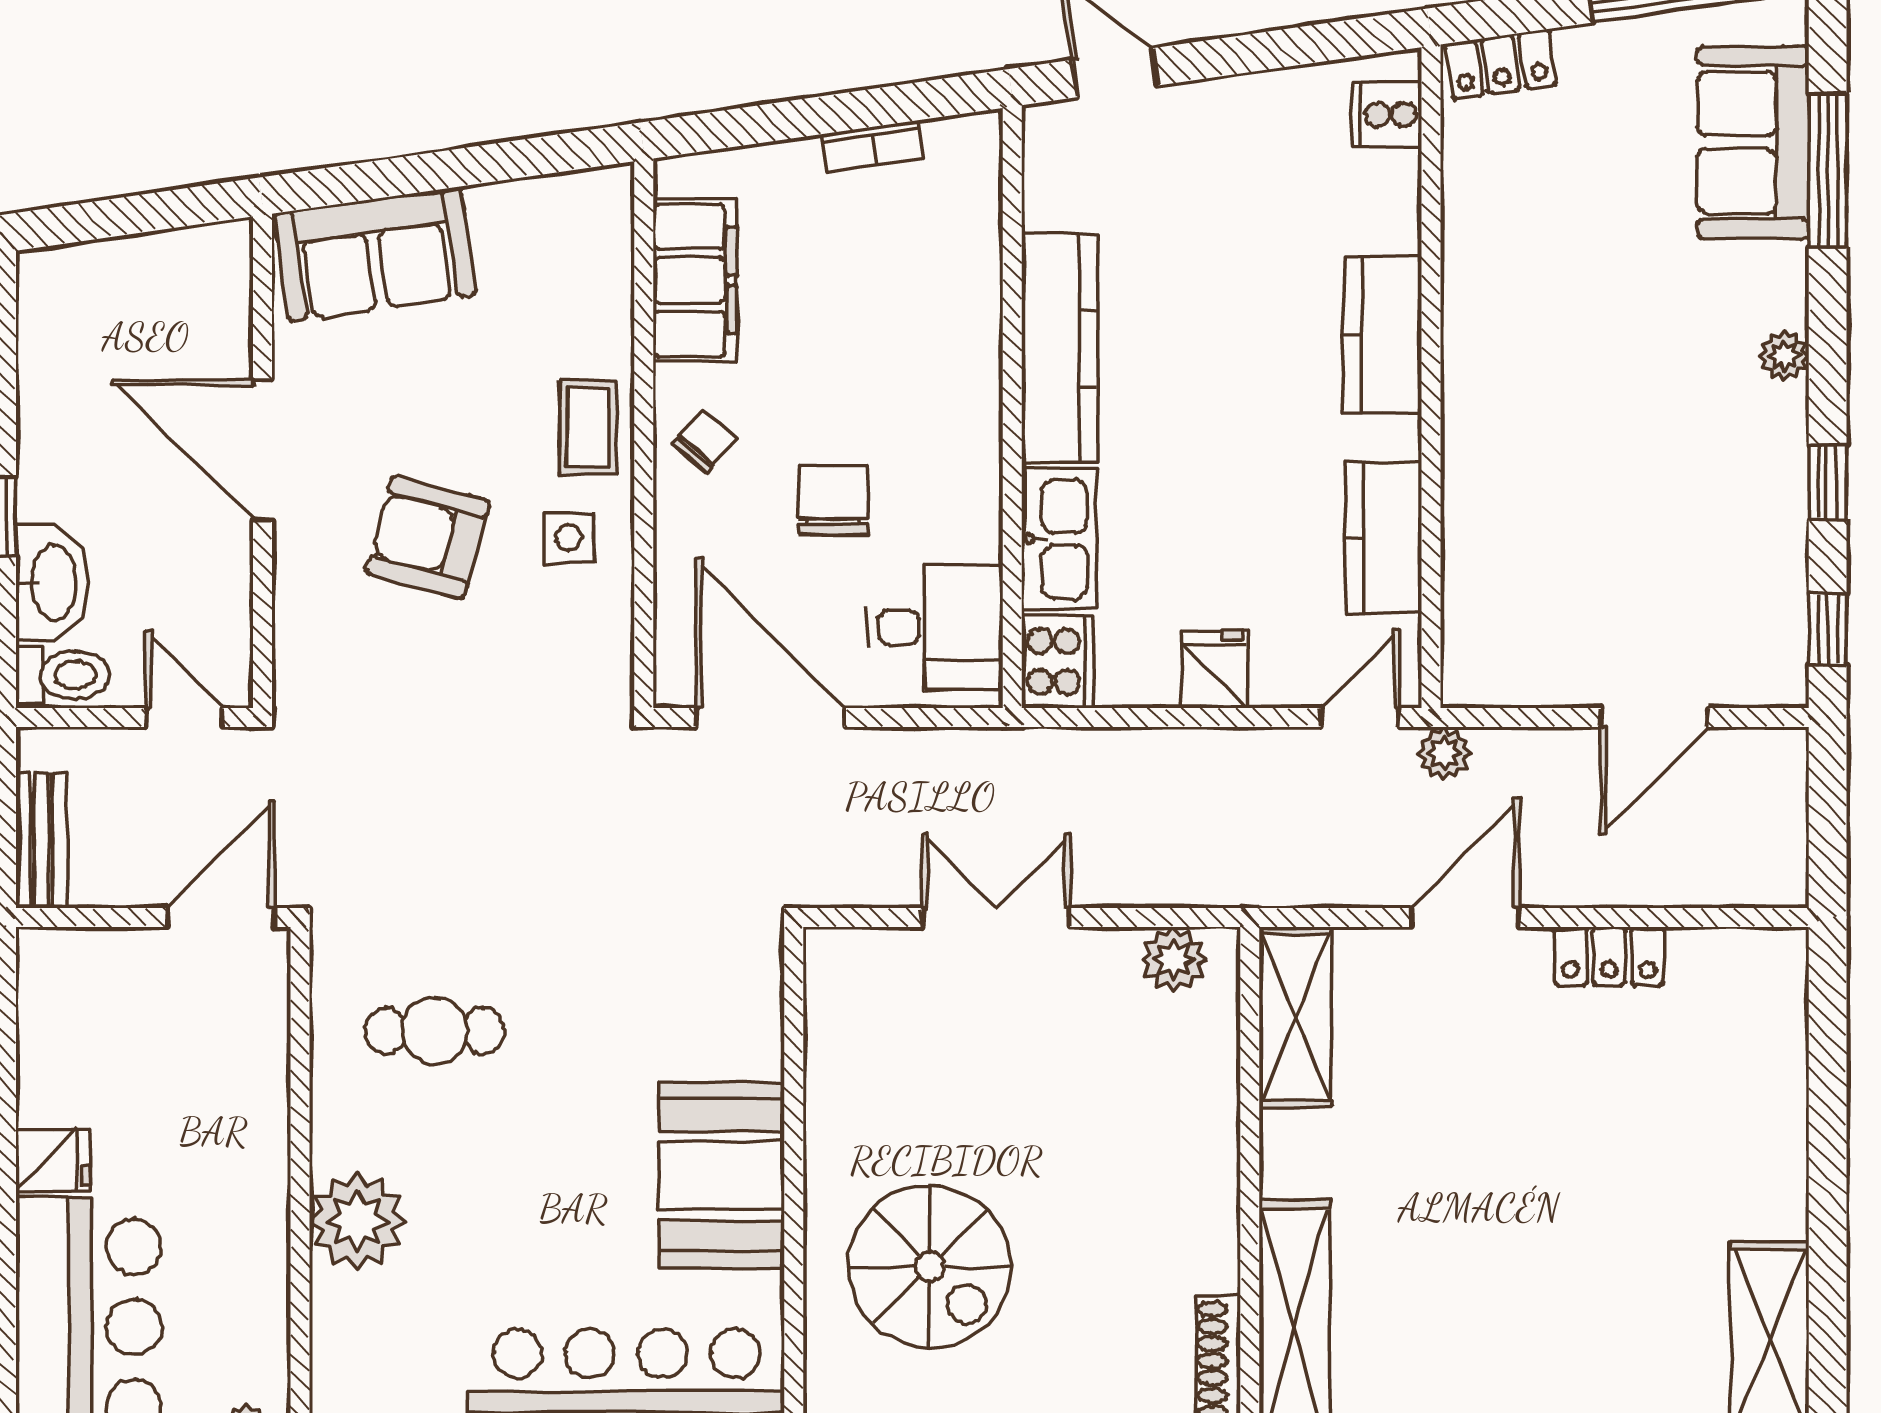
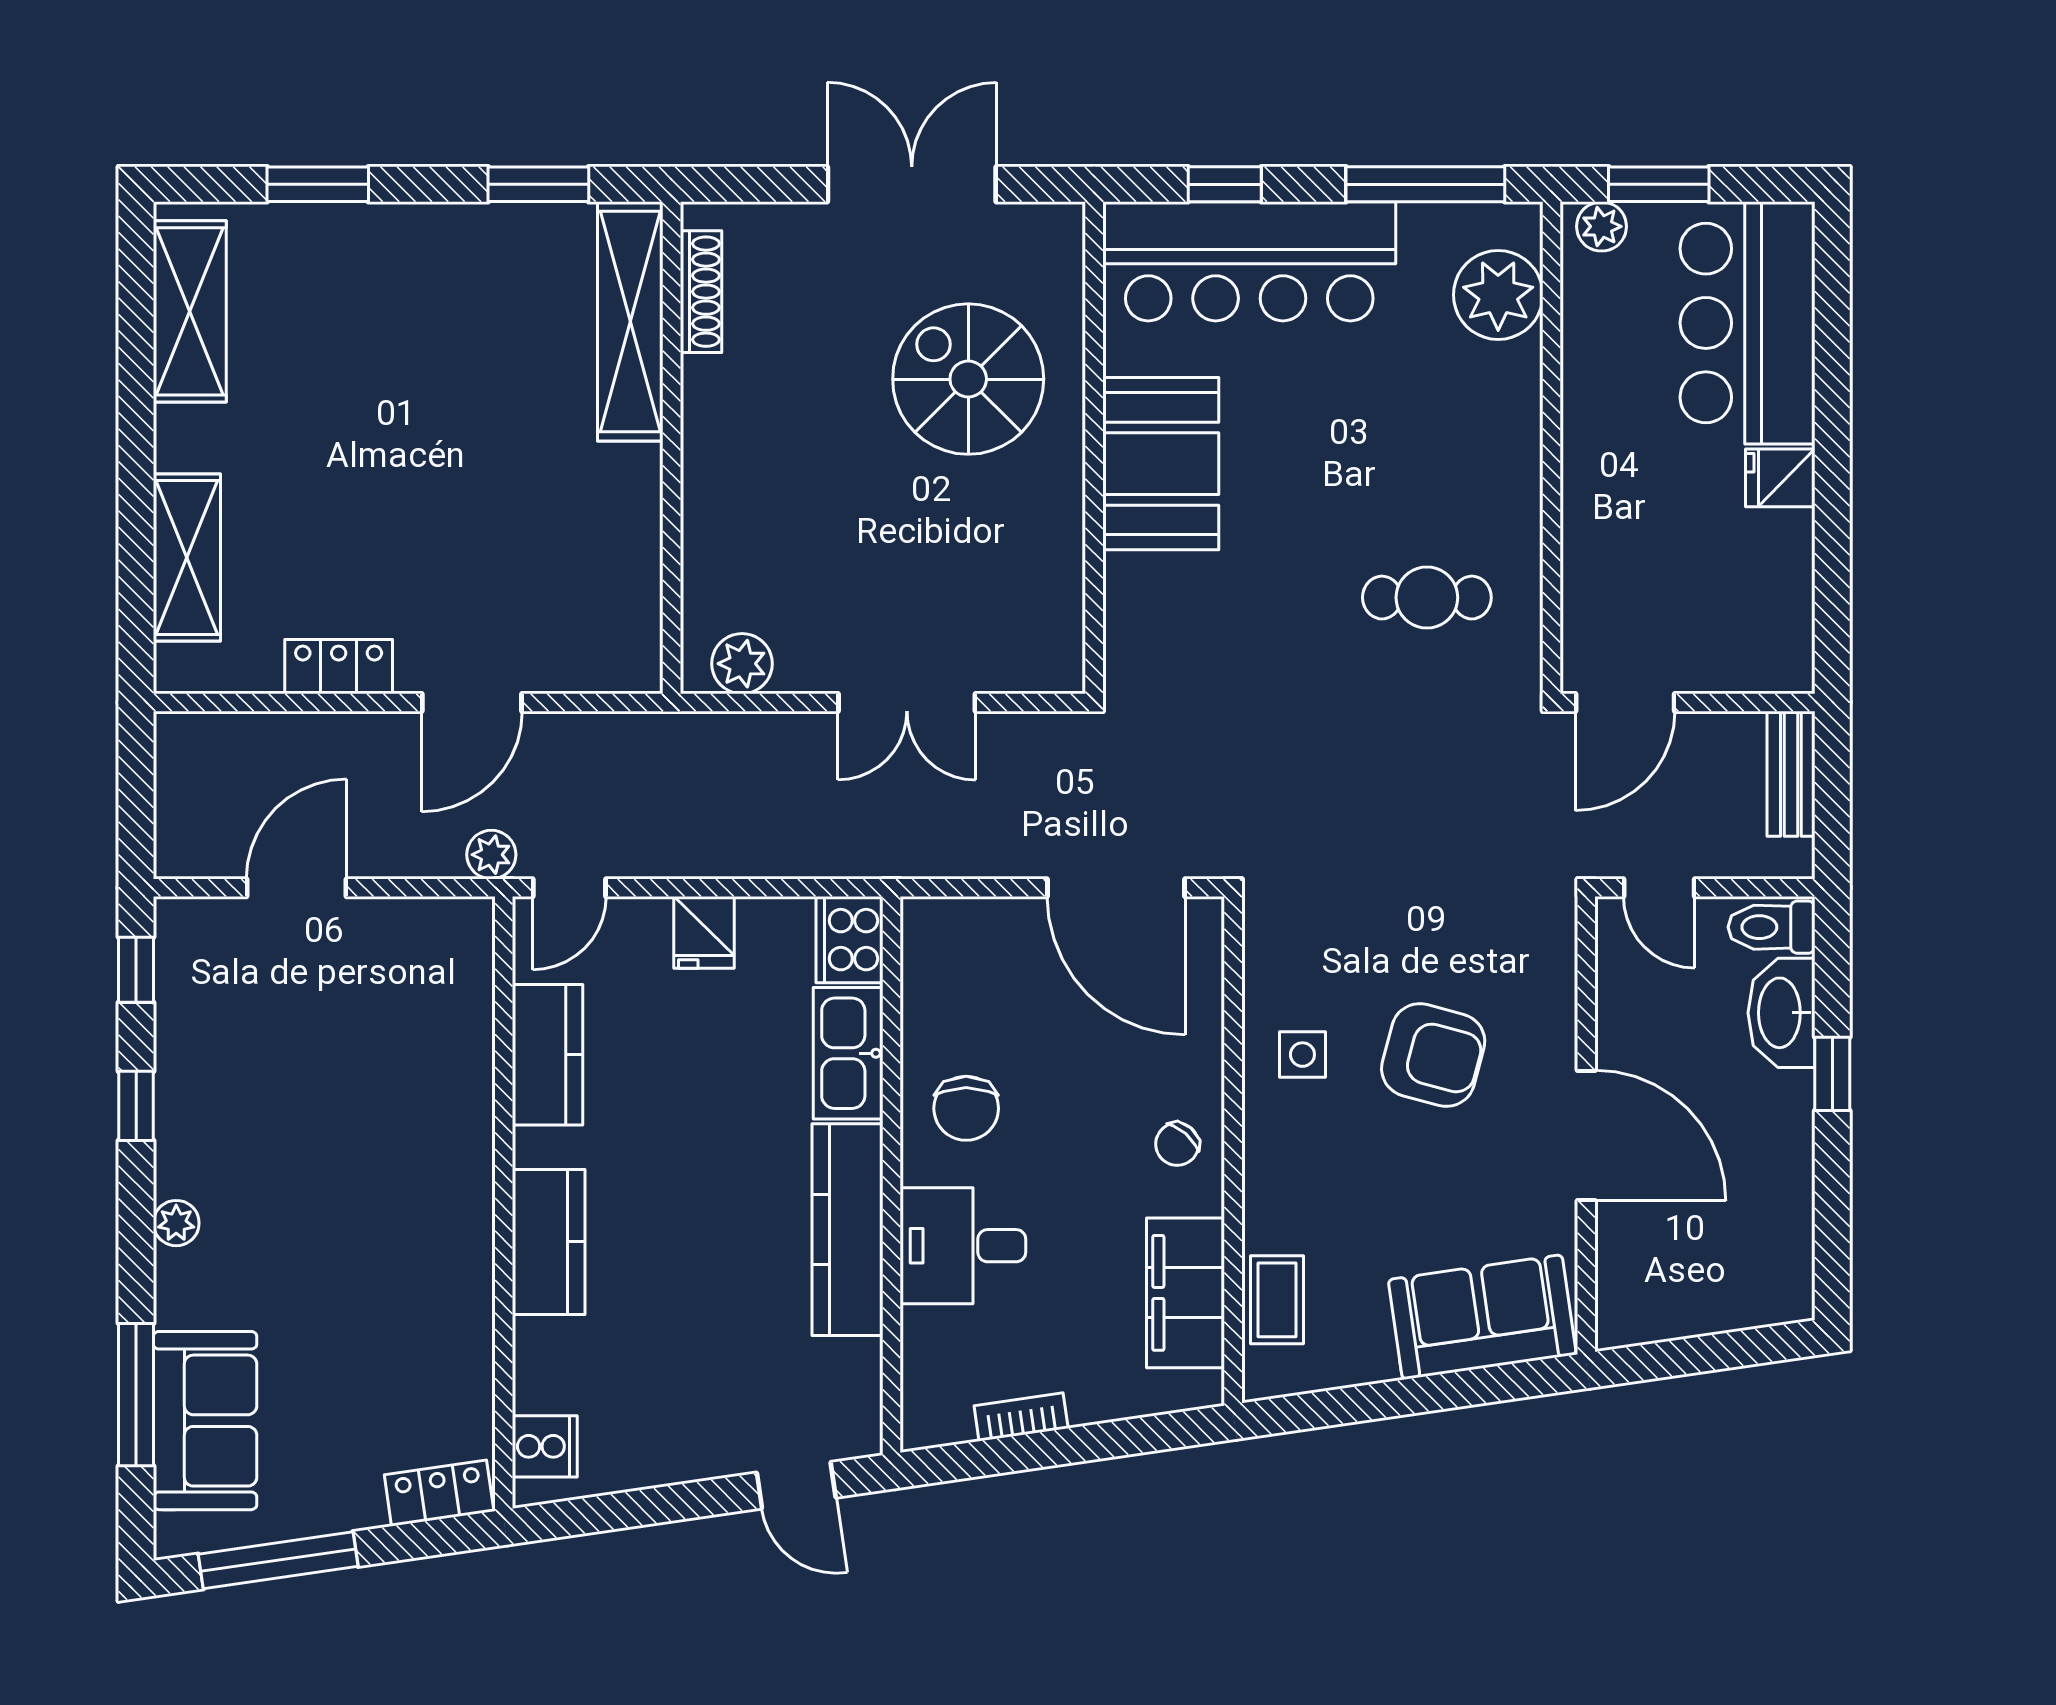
coffee table: (588, 428) -> (1277, 1300), moved
chair: (833, 500) -> (966, 1108), moved
desk: (935, 628) -> (963, 1246), moved
shelving: (1295, 1017) -> (187, 557), moved
plant: (358, 1221) -> (1498, 295), moved

